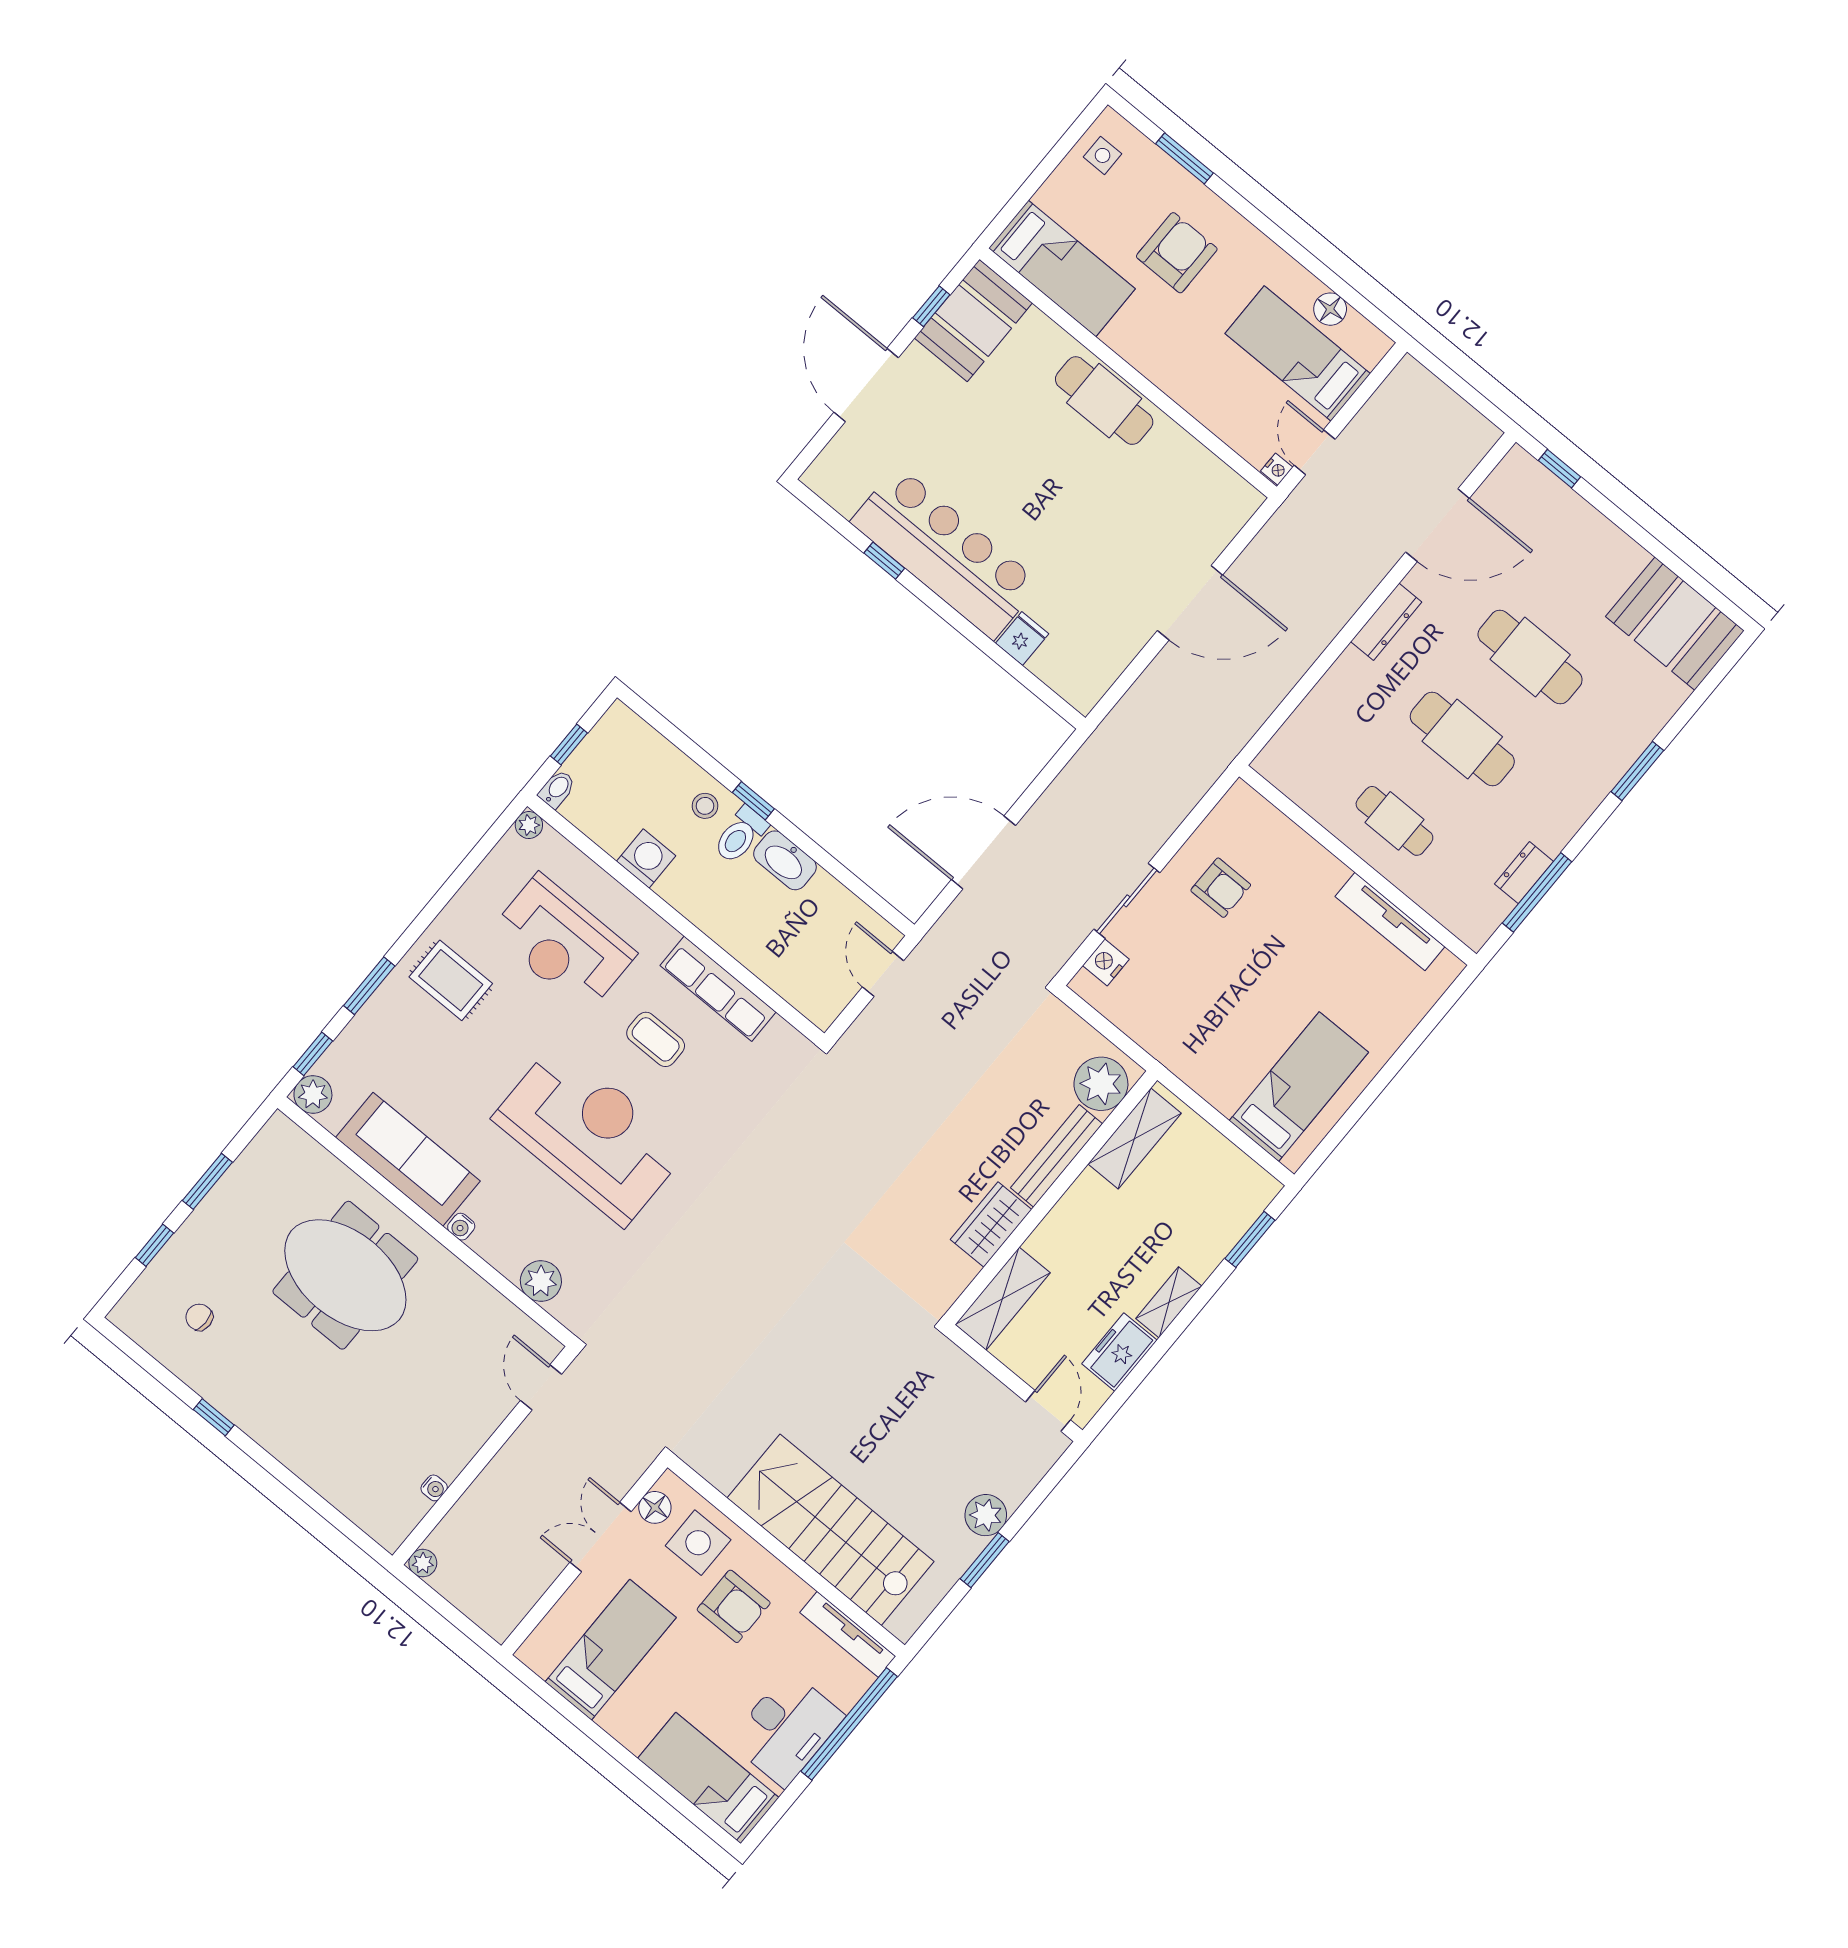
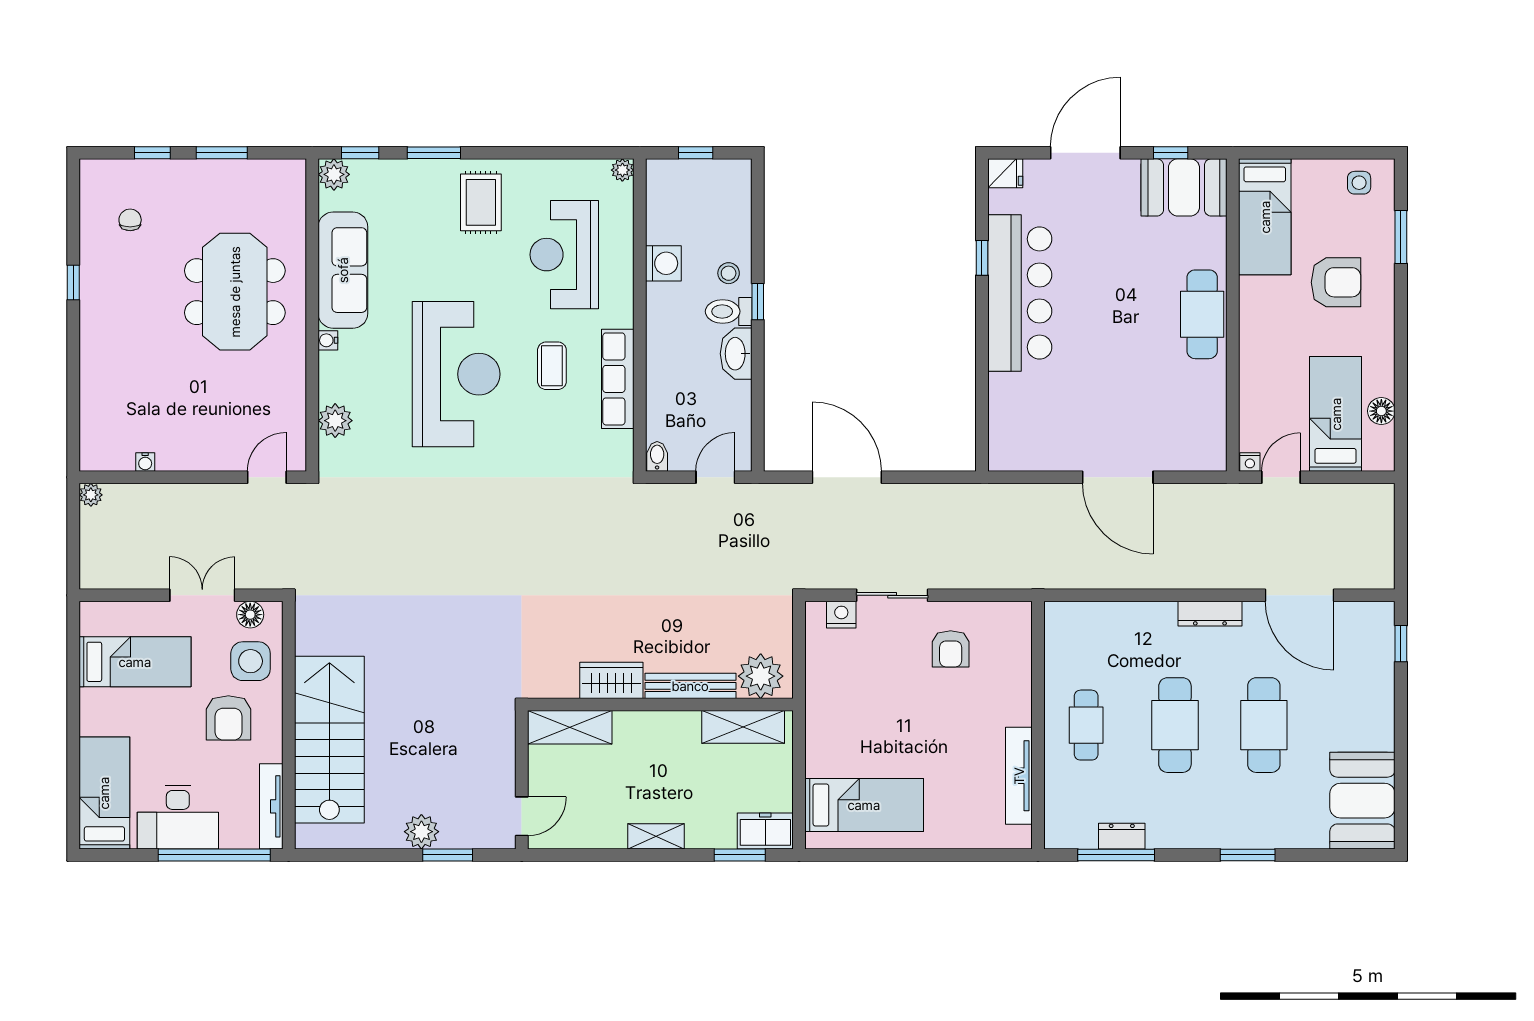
fridge: (1022, 639) -> (1005, 173), moved
bidet: (557, 789) -> (657, 456), moved, turned -90
freezer: (1119, 1352) -> (765, 831), moved
window: (985, 1560) -> (448, 855), moved

